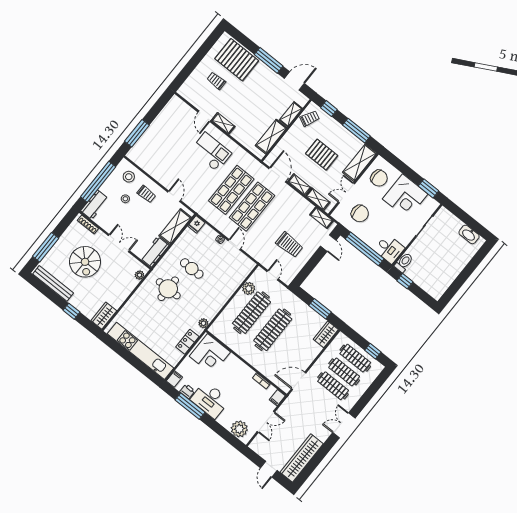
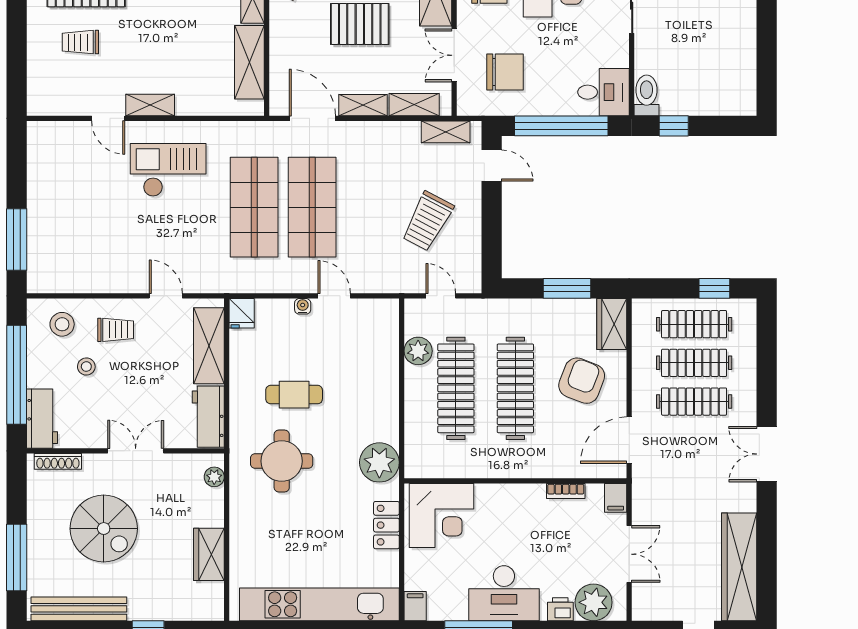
trolley: (289, 245) -> (428, 221), turned 118
wardrobe: (104, 316) -> (209, 554), moved
plant: (203, 323) -> (379, 462), width x1.88, depth x1.88
armchair: (299, 346) -> (582, 381), added
printer: (187, 391) -> (560, 609), moved

